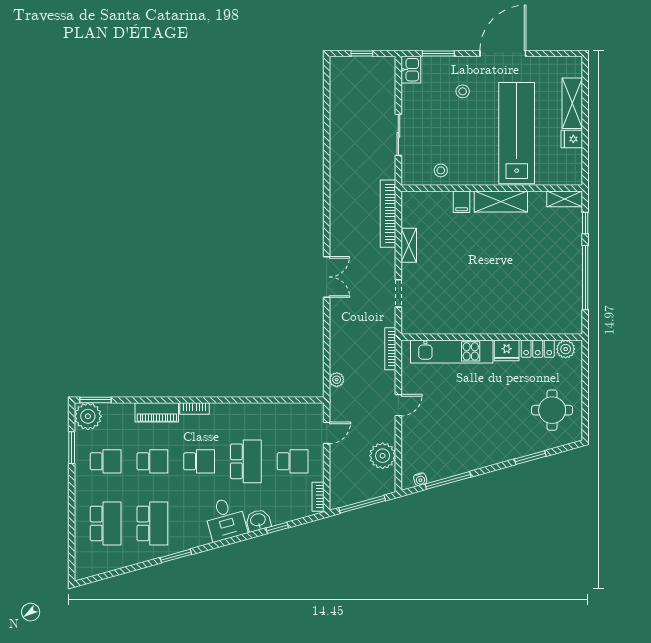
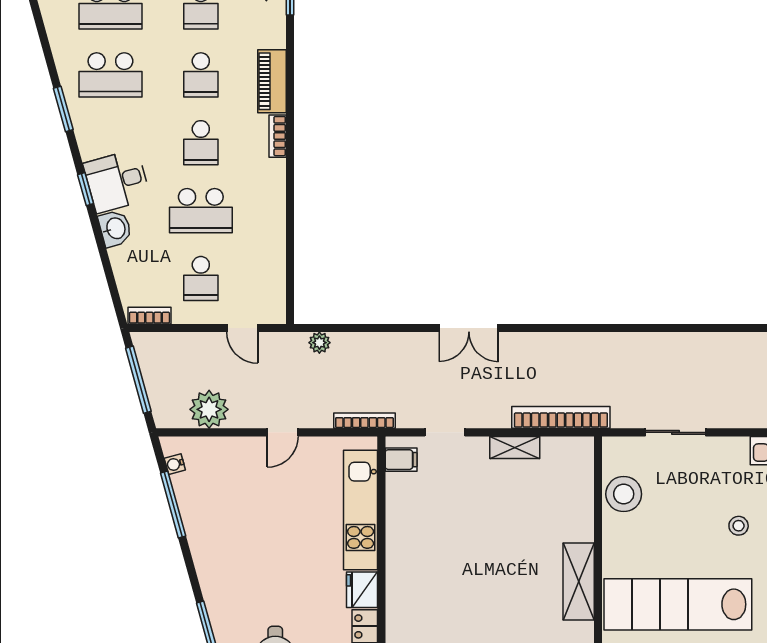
lab bench: (517, 133) -> (678, 604), turned 180
stool: (441, 170) -> (624, 494), width x1.89, depth x1.89
filing cabinet: (462, 202) -> (401, 460), moved, turned 180
door: (398, 405) -> (283, 432), hinge flipped
window: (277, 528) -> (86, 189), moved

